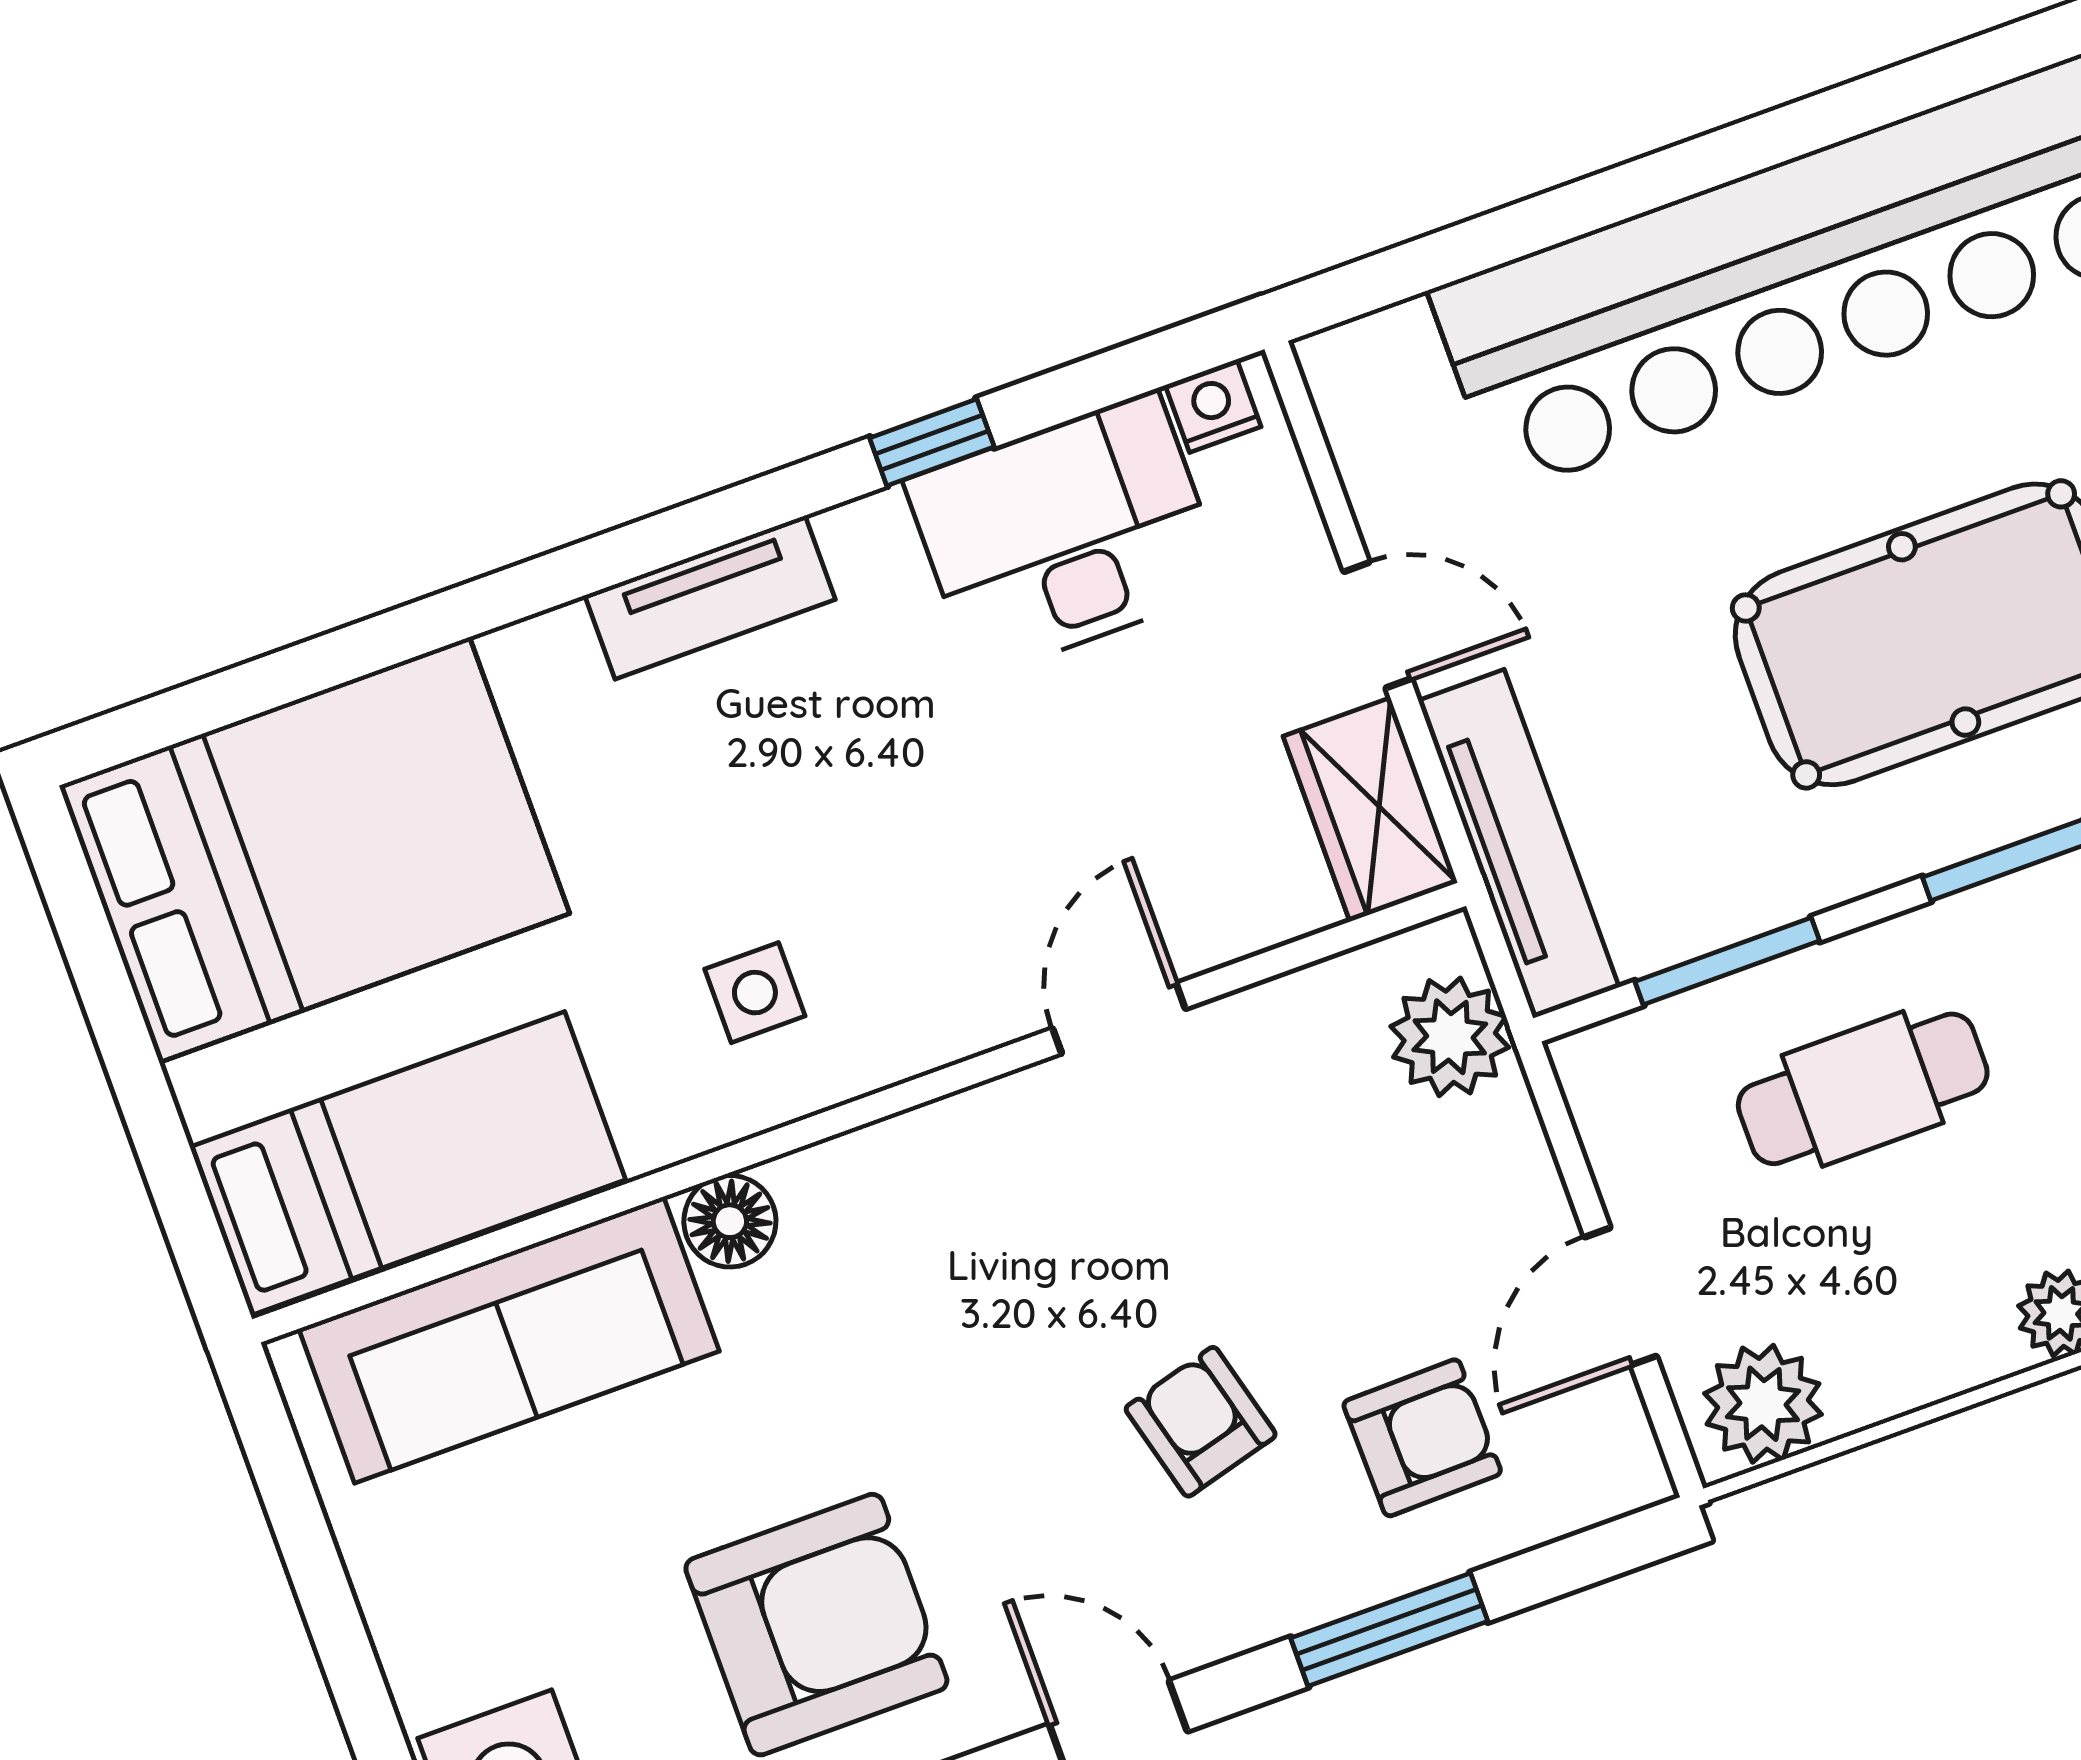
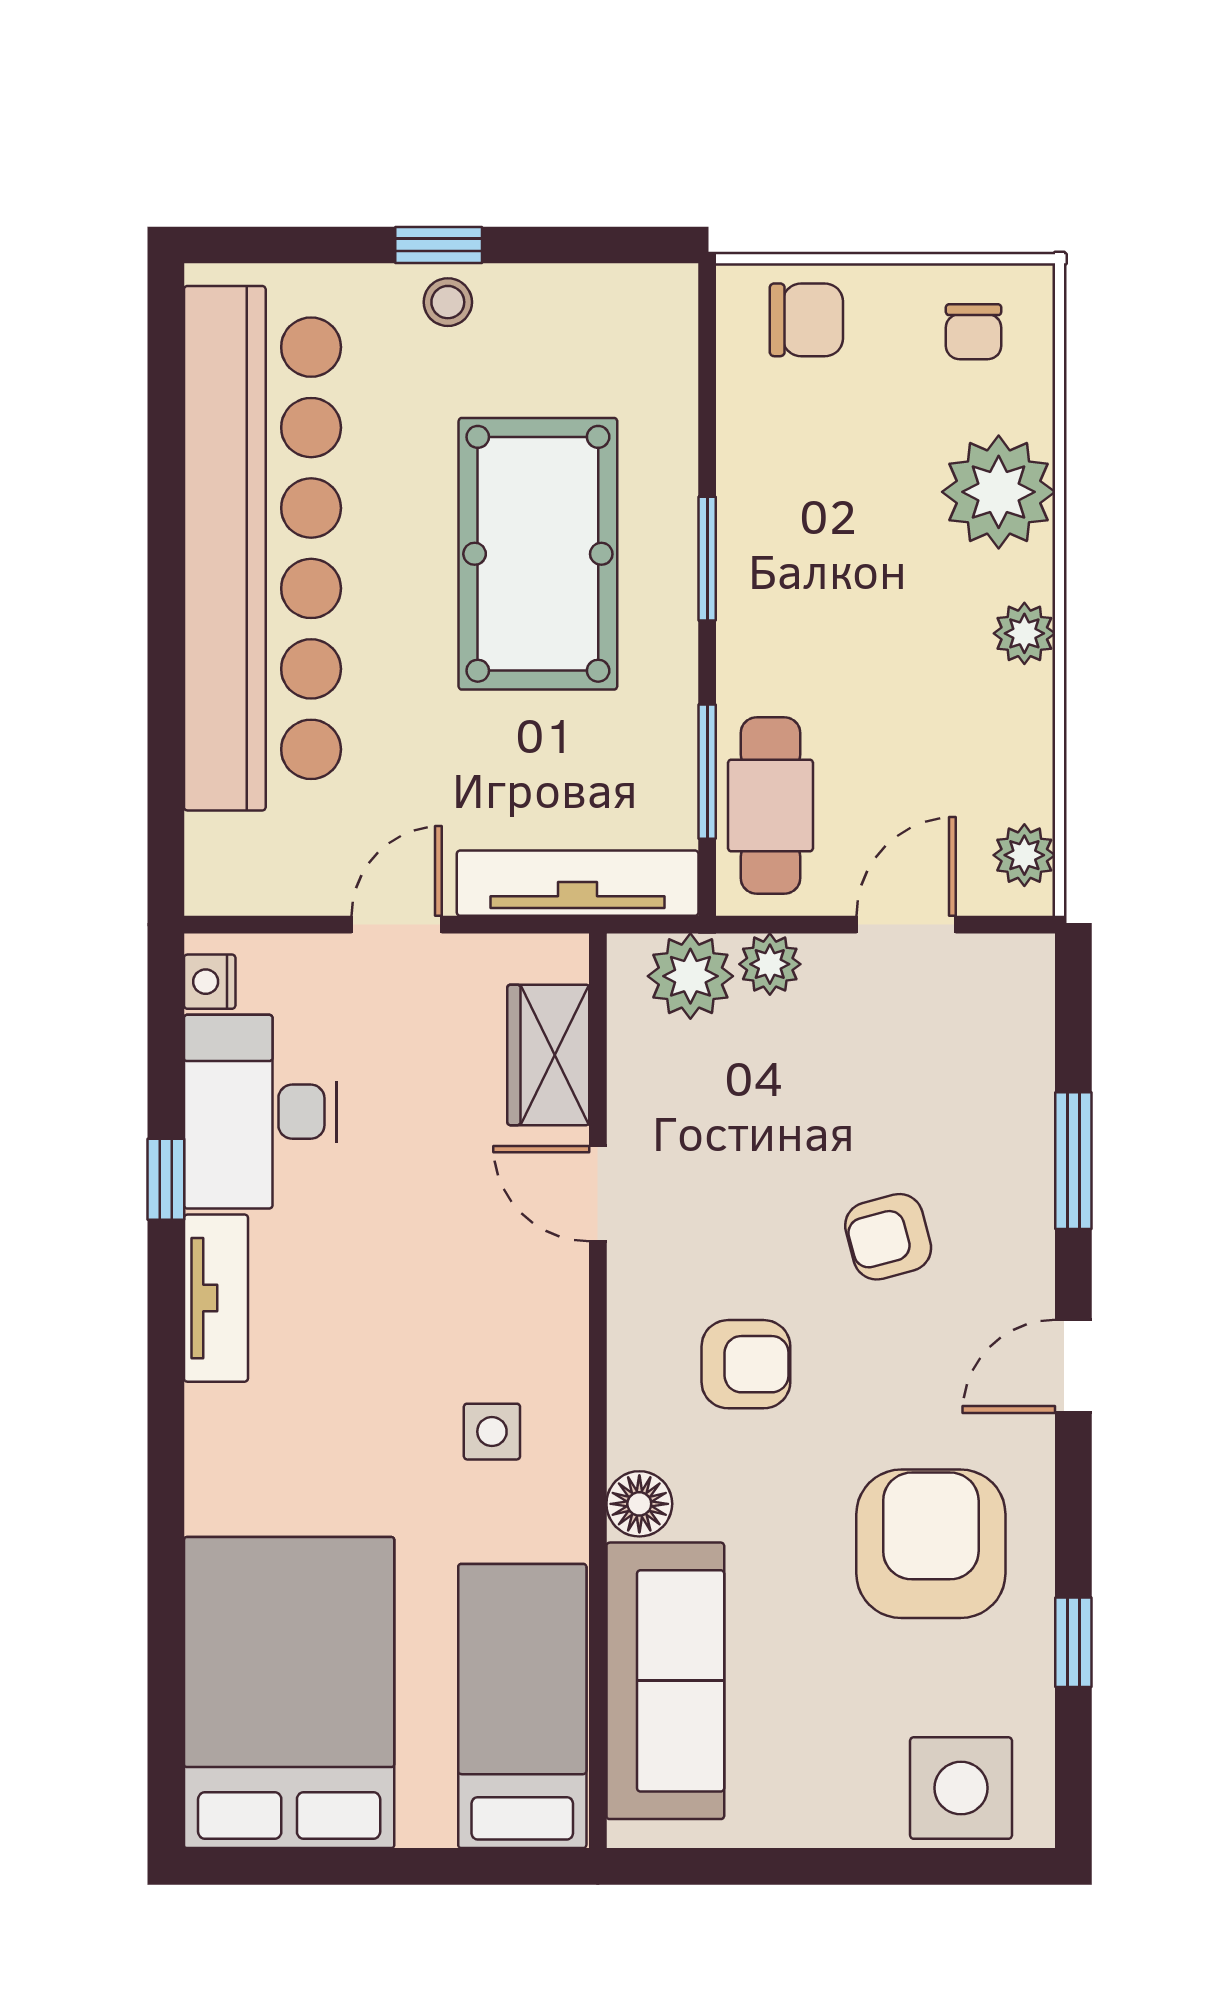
tv unit: (710, 597) -> (216, 1298), moved
wardrobe: (1370, 810) -> (548, 1055), moved, turned 90
cafe table: (1863, 1089) -> (771, 806), moved
plant: (1504, 1136) -> (770, 964), added
door: (1621, 1297) -> (906, 925), swing flipped
plant: (1763, 1404) -> (1024, 855), width x0.73, depth x0.73
armchair: (1422, 1438) -> (746, 1364), moved, turned 91

